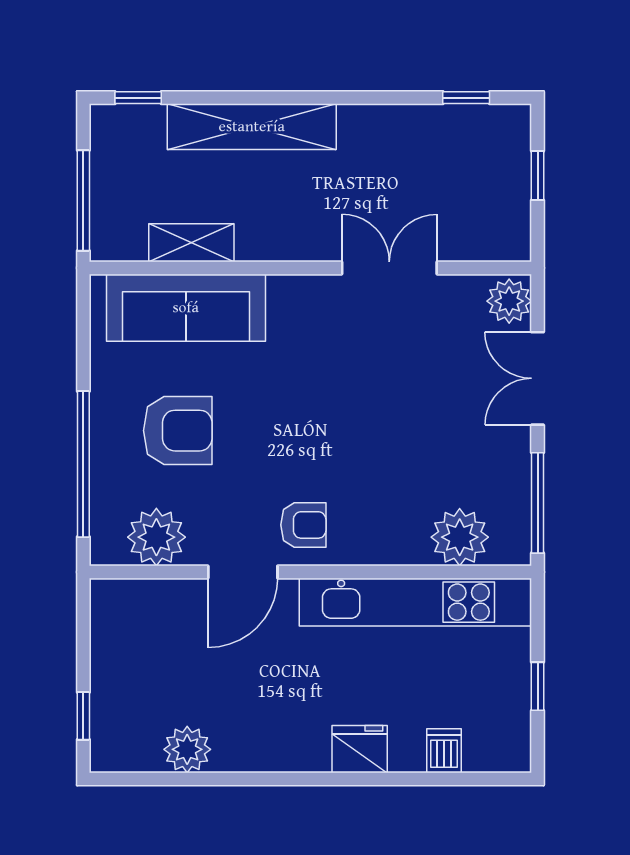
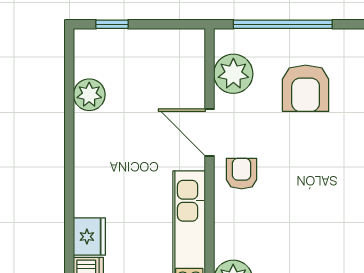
armchair: (303, 525) -> (242, 174), turned 180
fridge: (360, 749) -> (89, 237), moved

